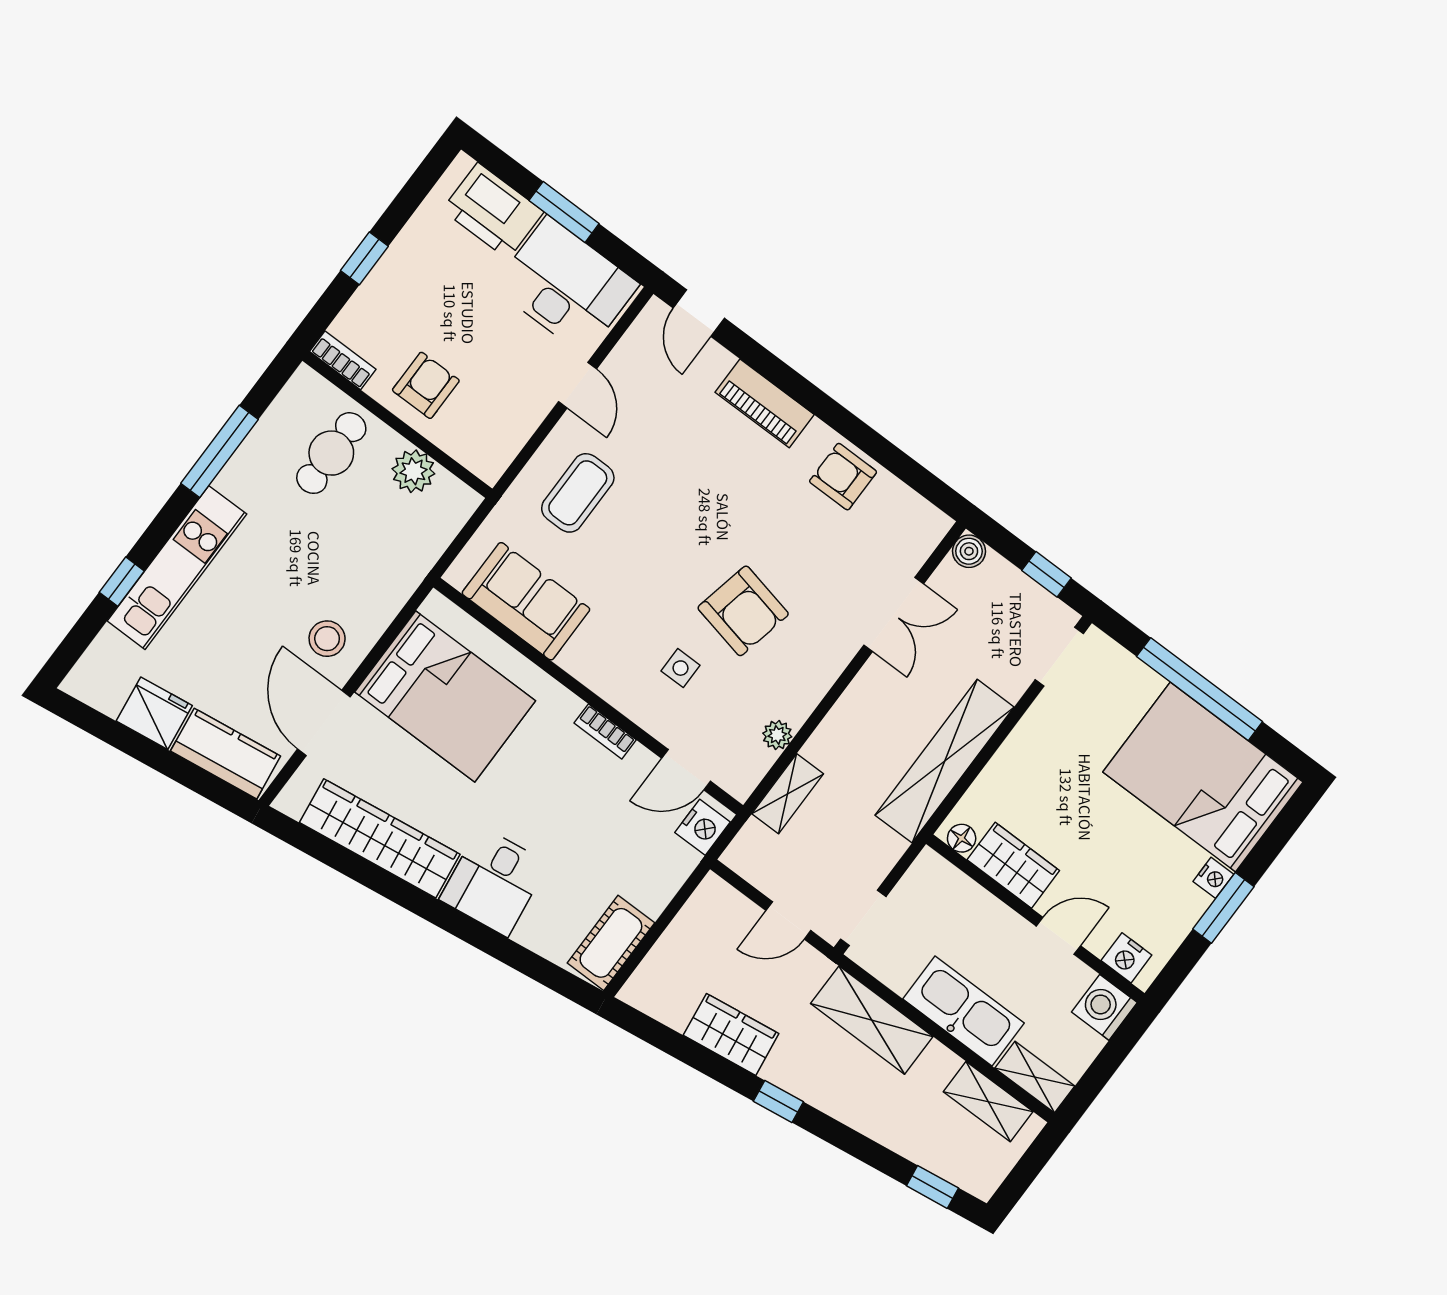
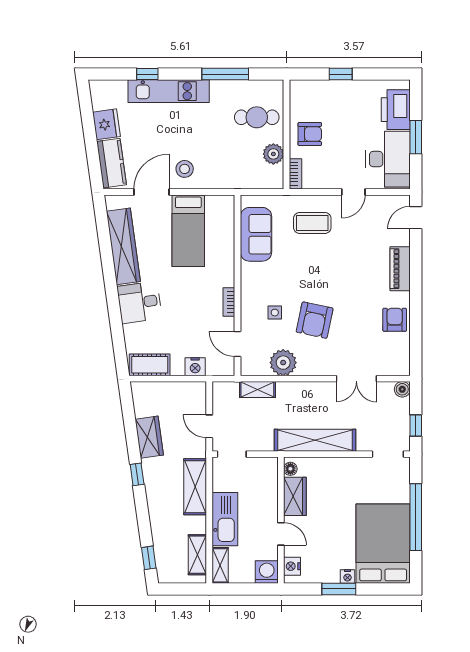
bookcase: (343, 360) -> (295, 174), moved
bed: (445, 696) -> (188, 231), width x0.67
plant: (777, 735) -> (283, 363), width x1.87, depth x1.87
nightstand: (703, 827) -> (195, 367), moved

